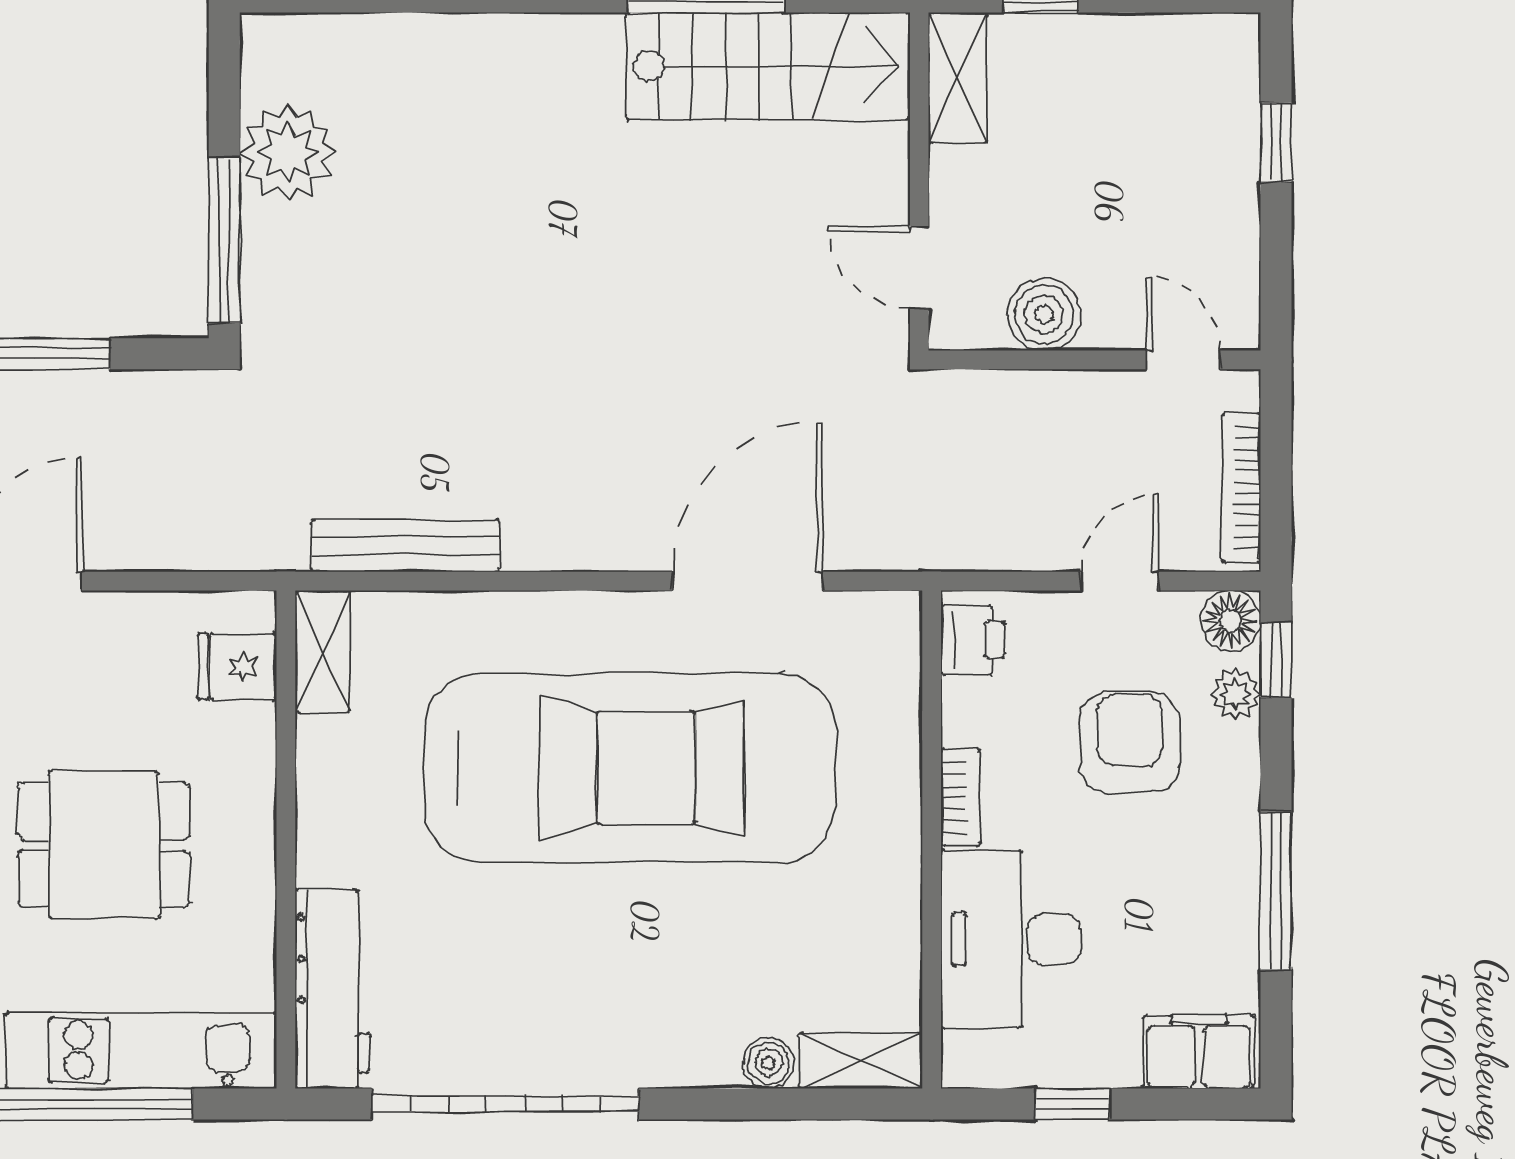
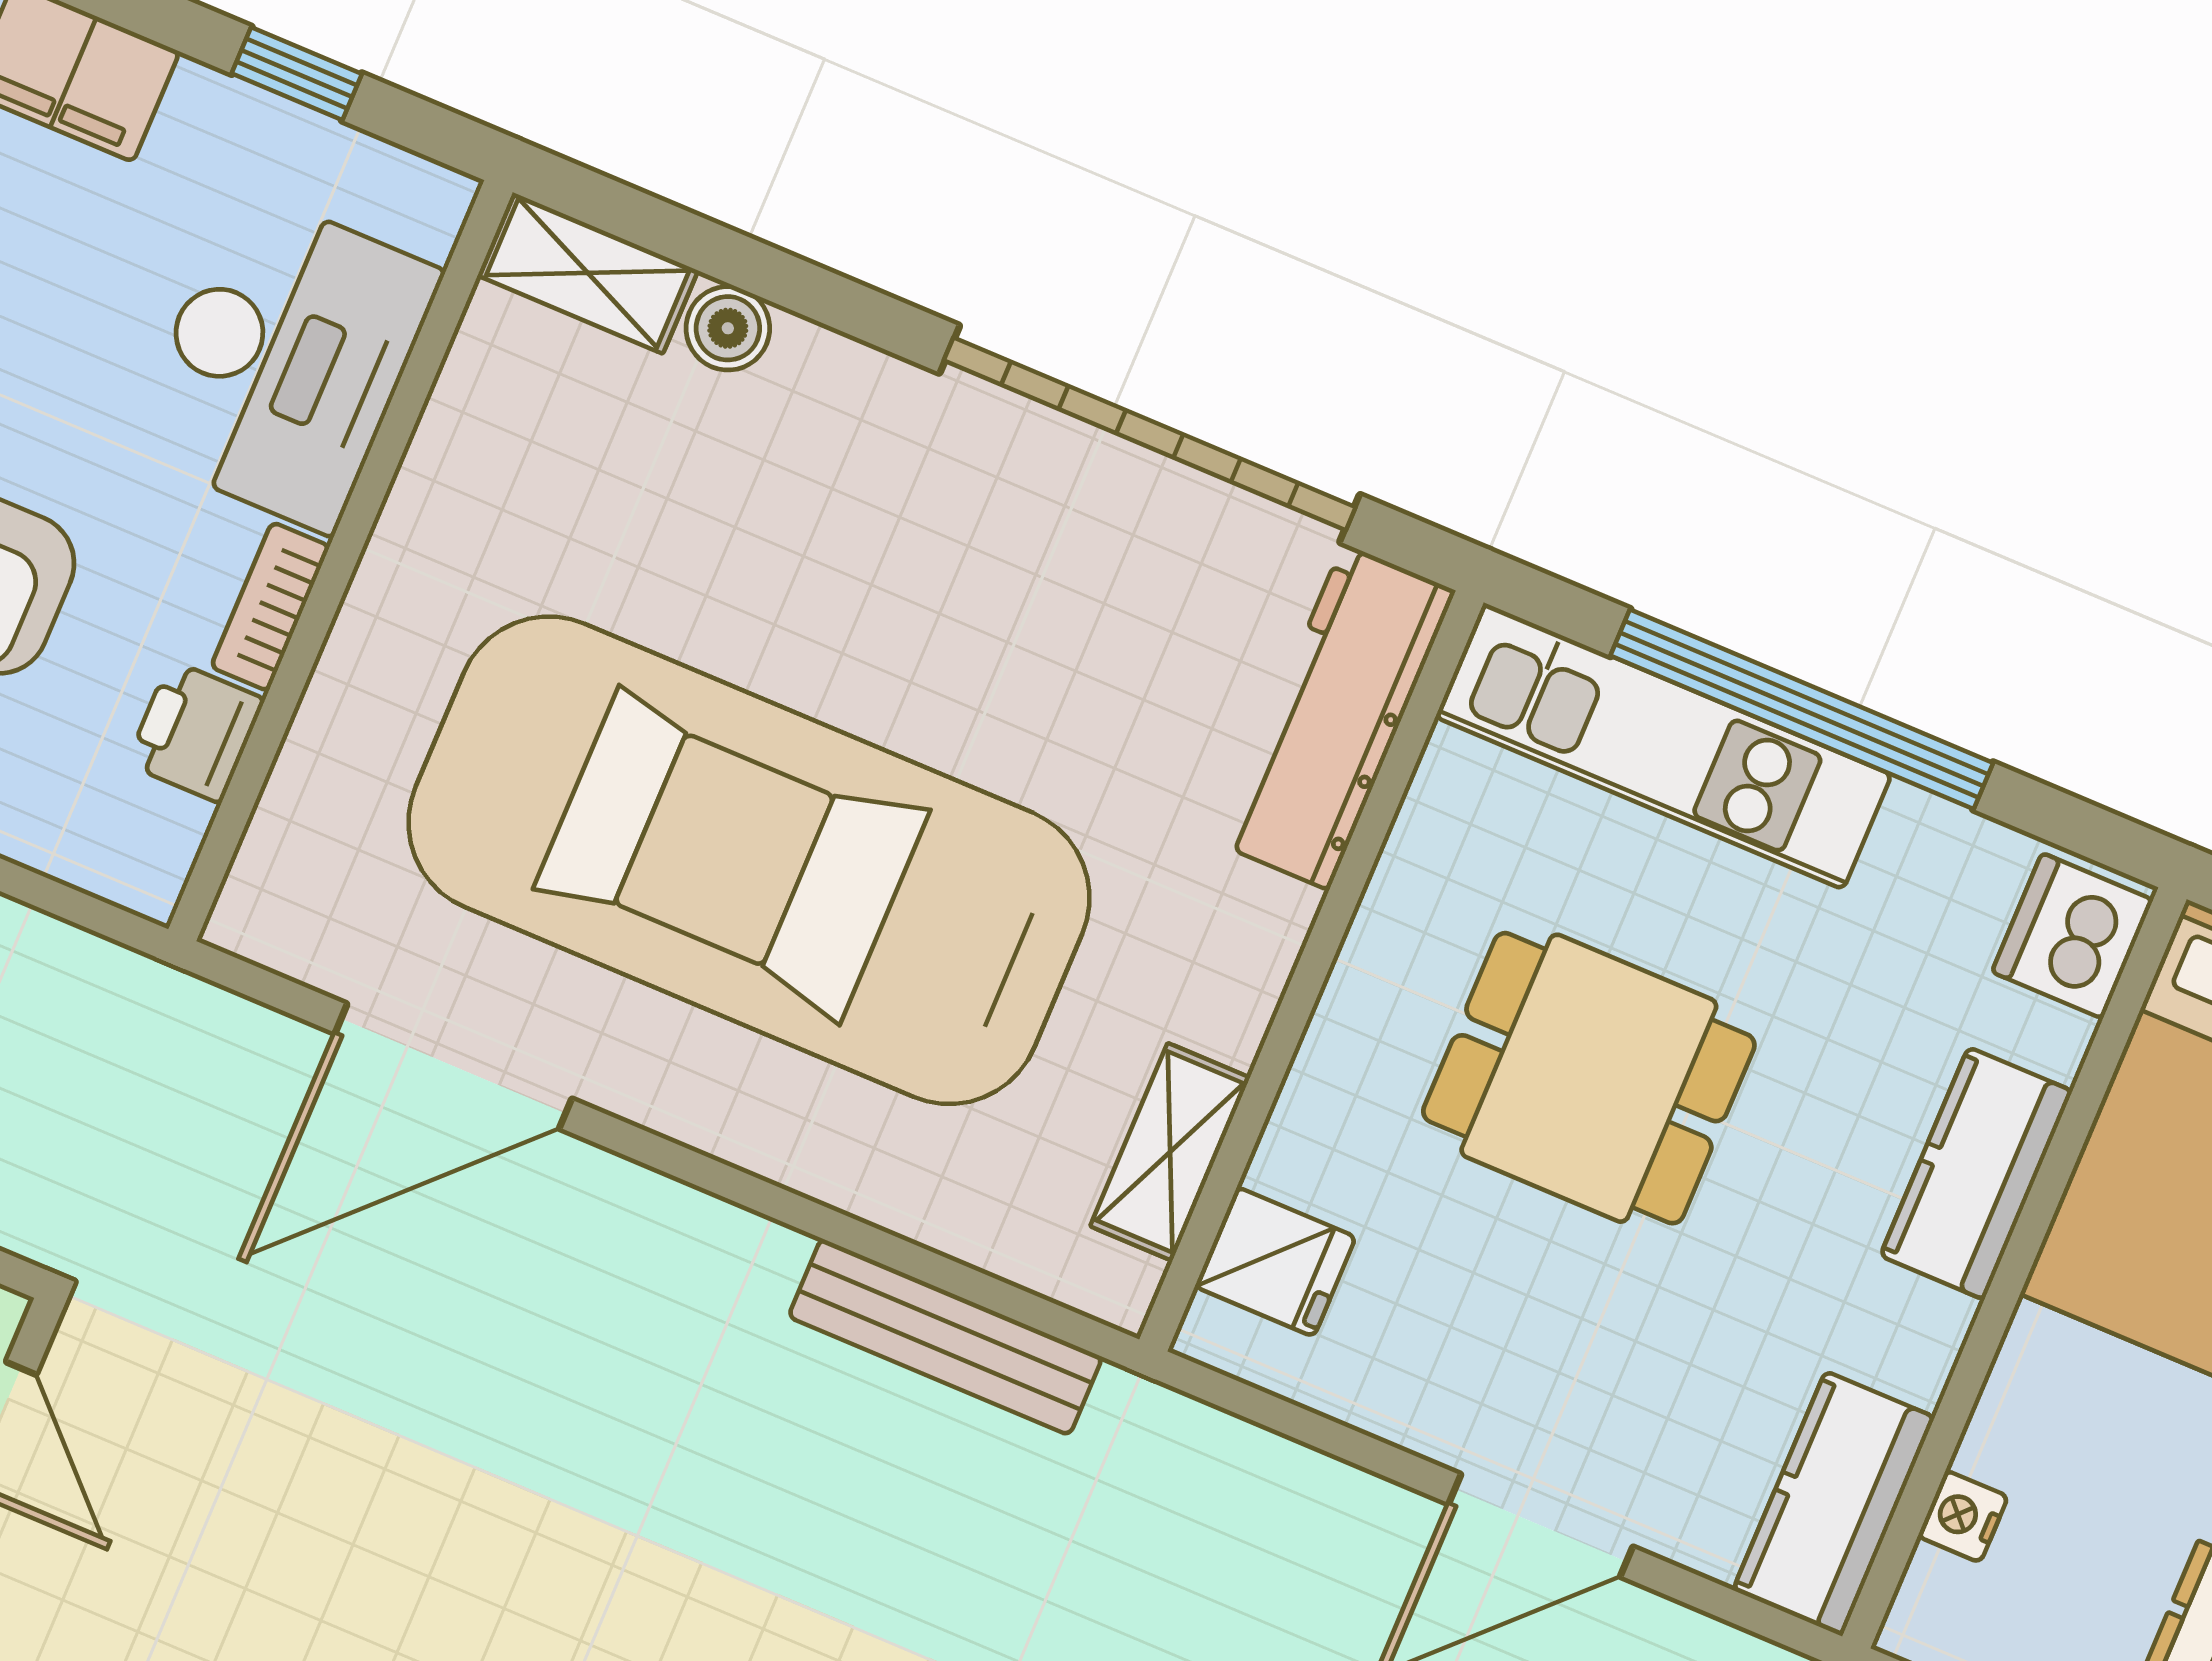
printer: (973, 640) -> (195, 732), moved
shelving: (323, 651) -> (1170, 1152), moved

